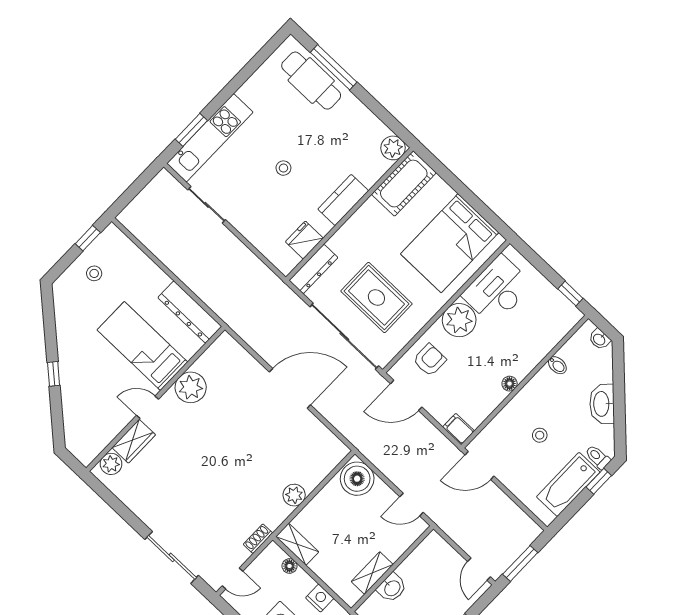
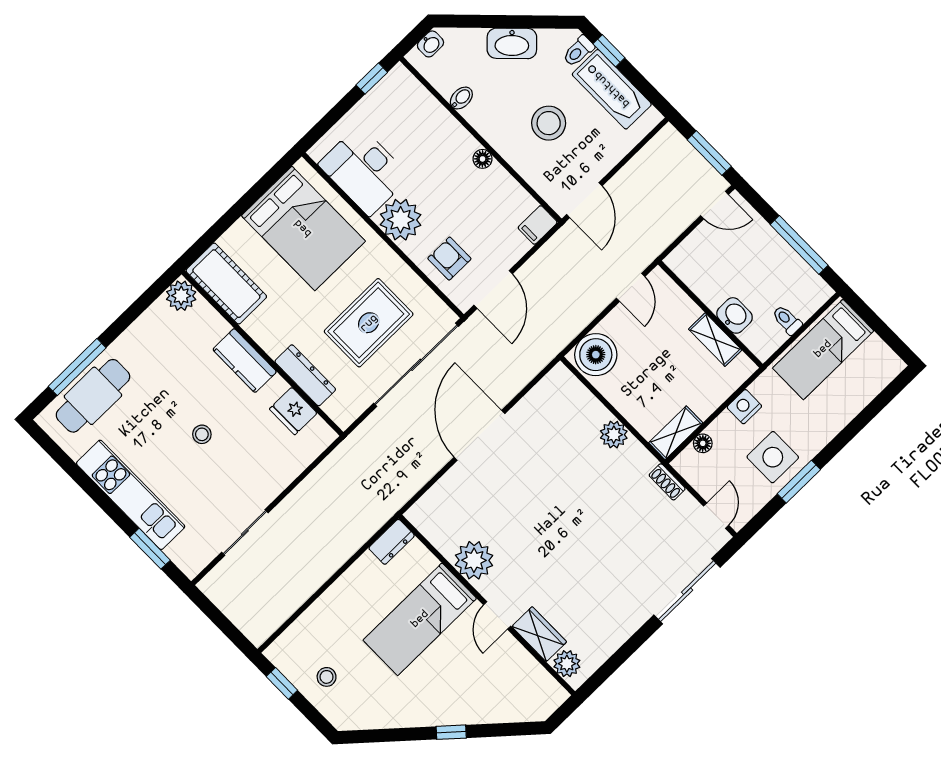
kitchen unit: (210, 138) -> (131, 495), moved
dresser: (313, 269) -> (305, 375), moved
dresser: (190, 312) -> (392, 542), width x0.51, depth x0.80
stool: (540, 435) -> (549, 123), width x1.89, depth x1.89

